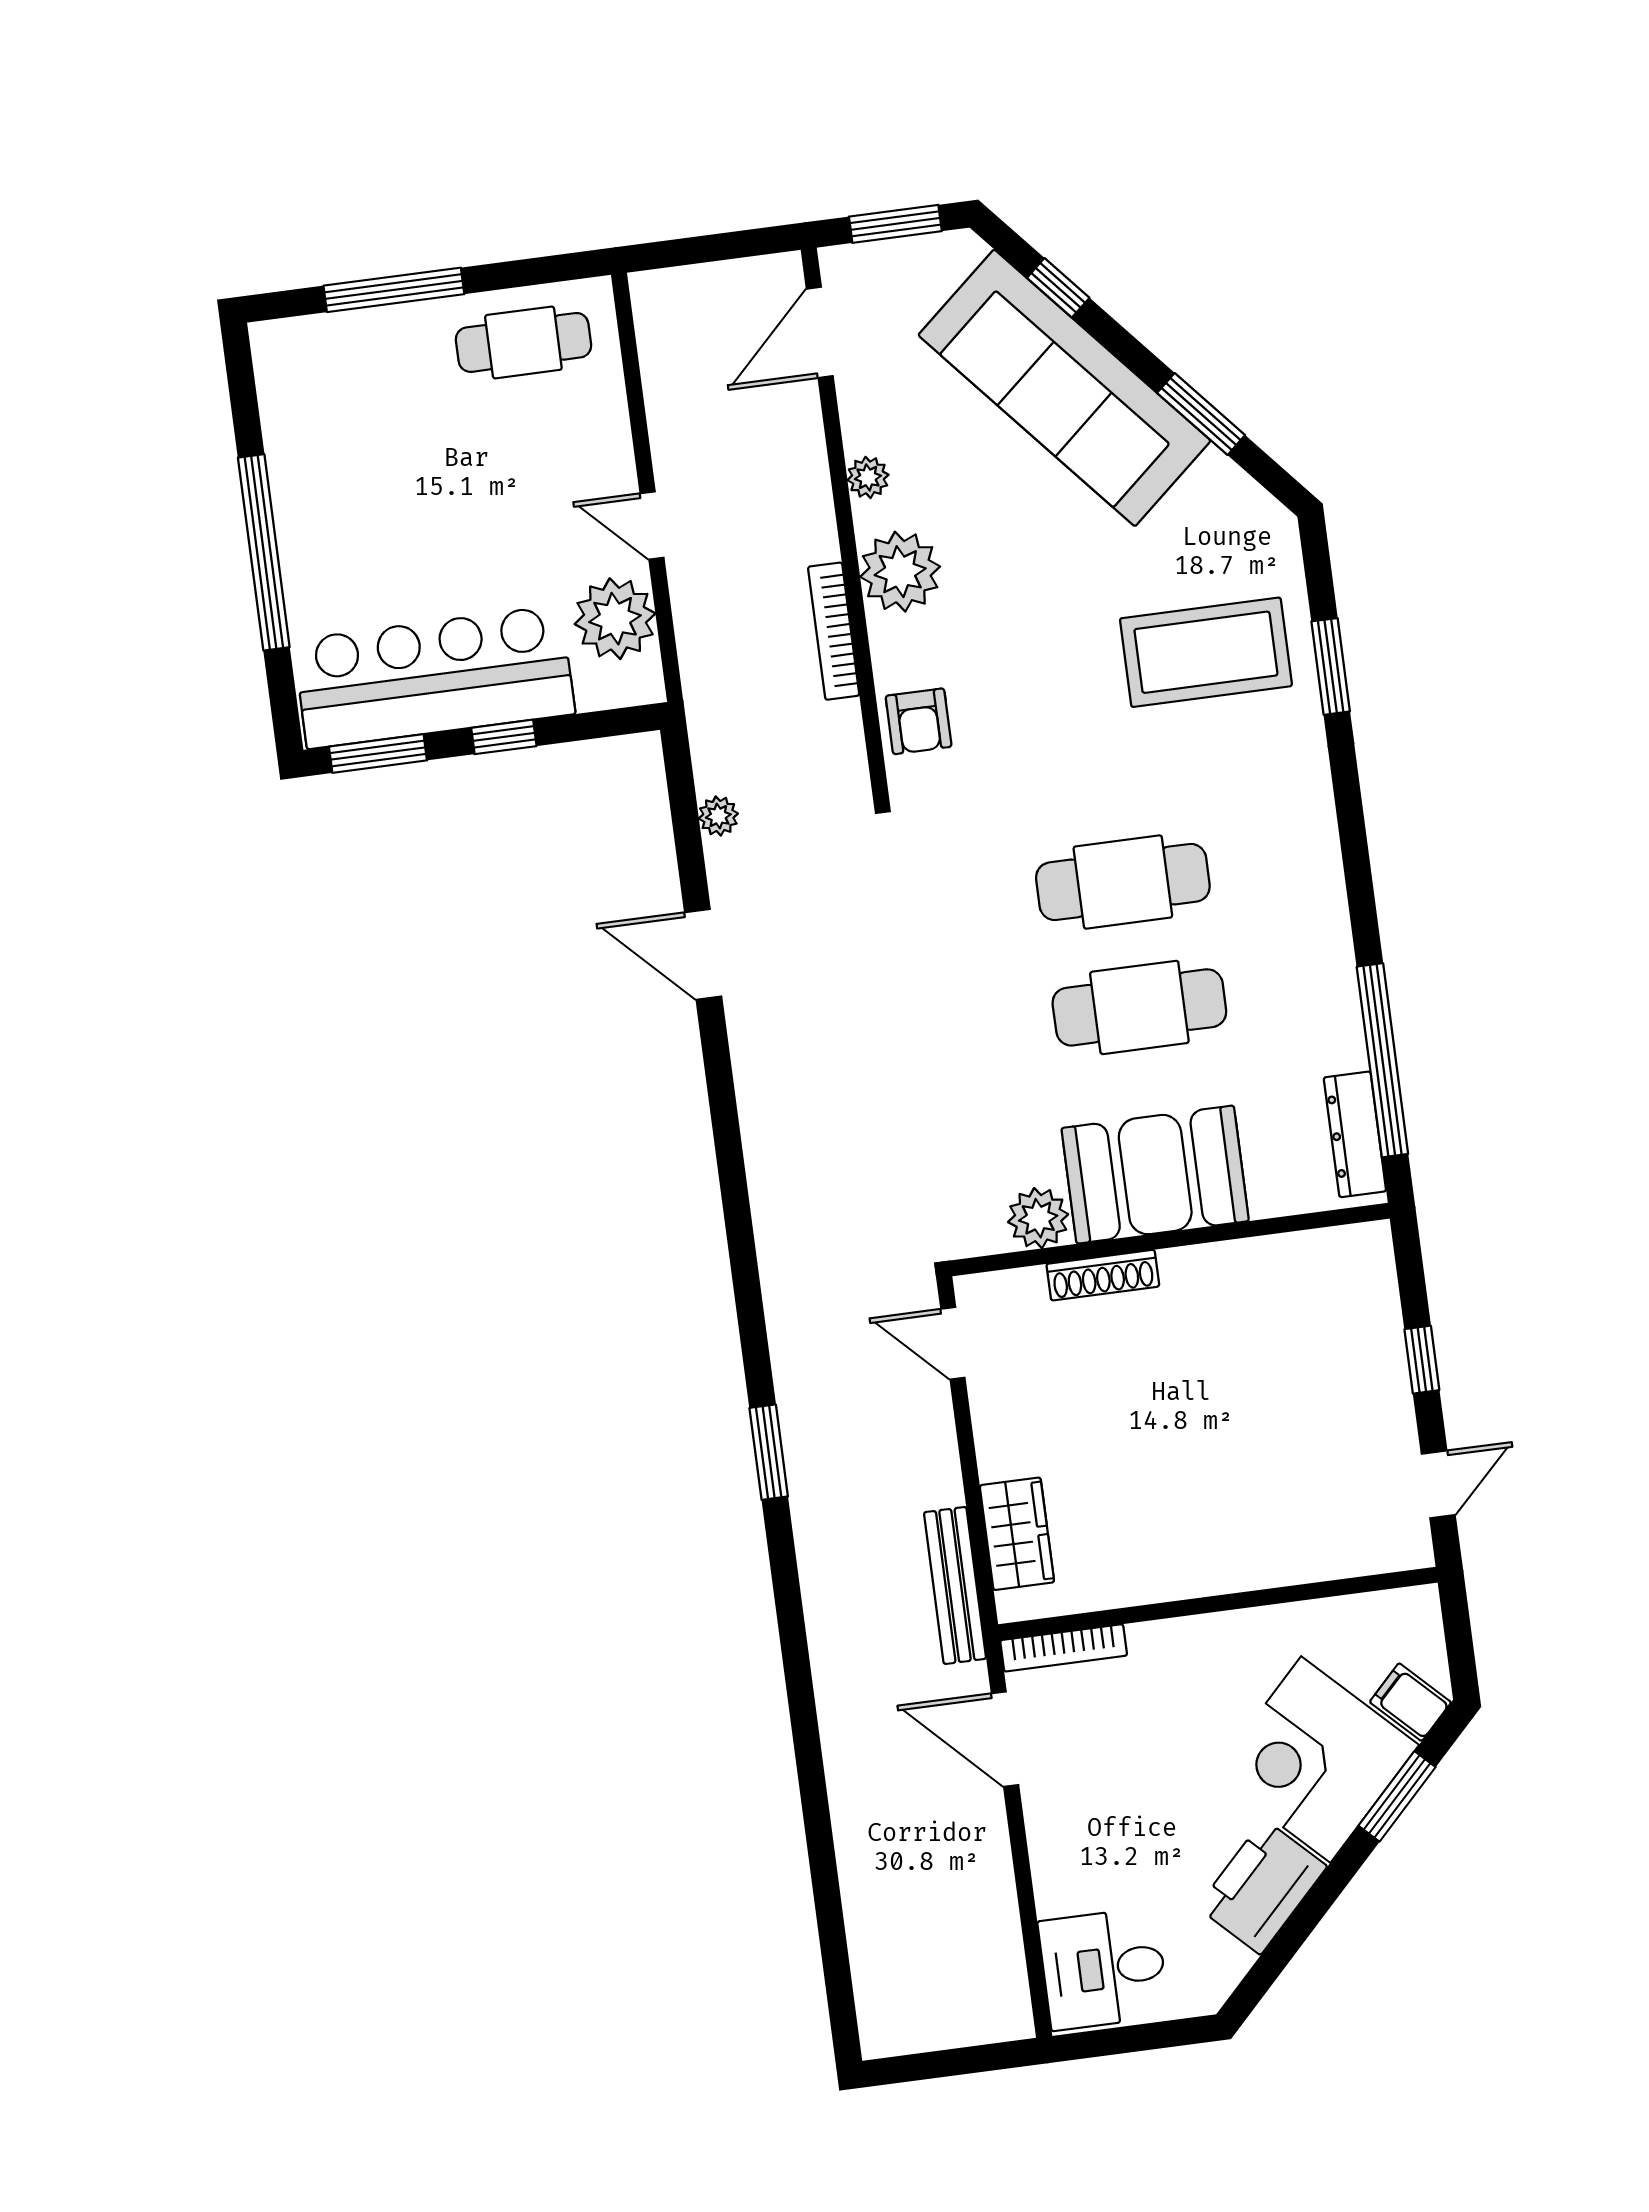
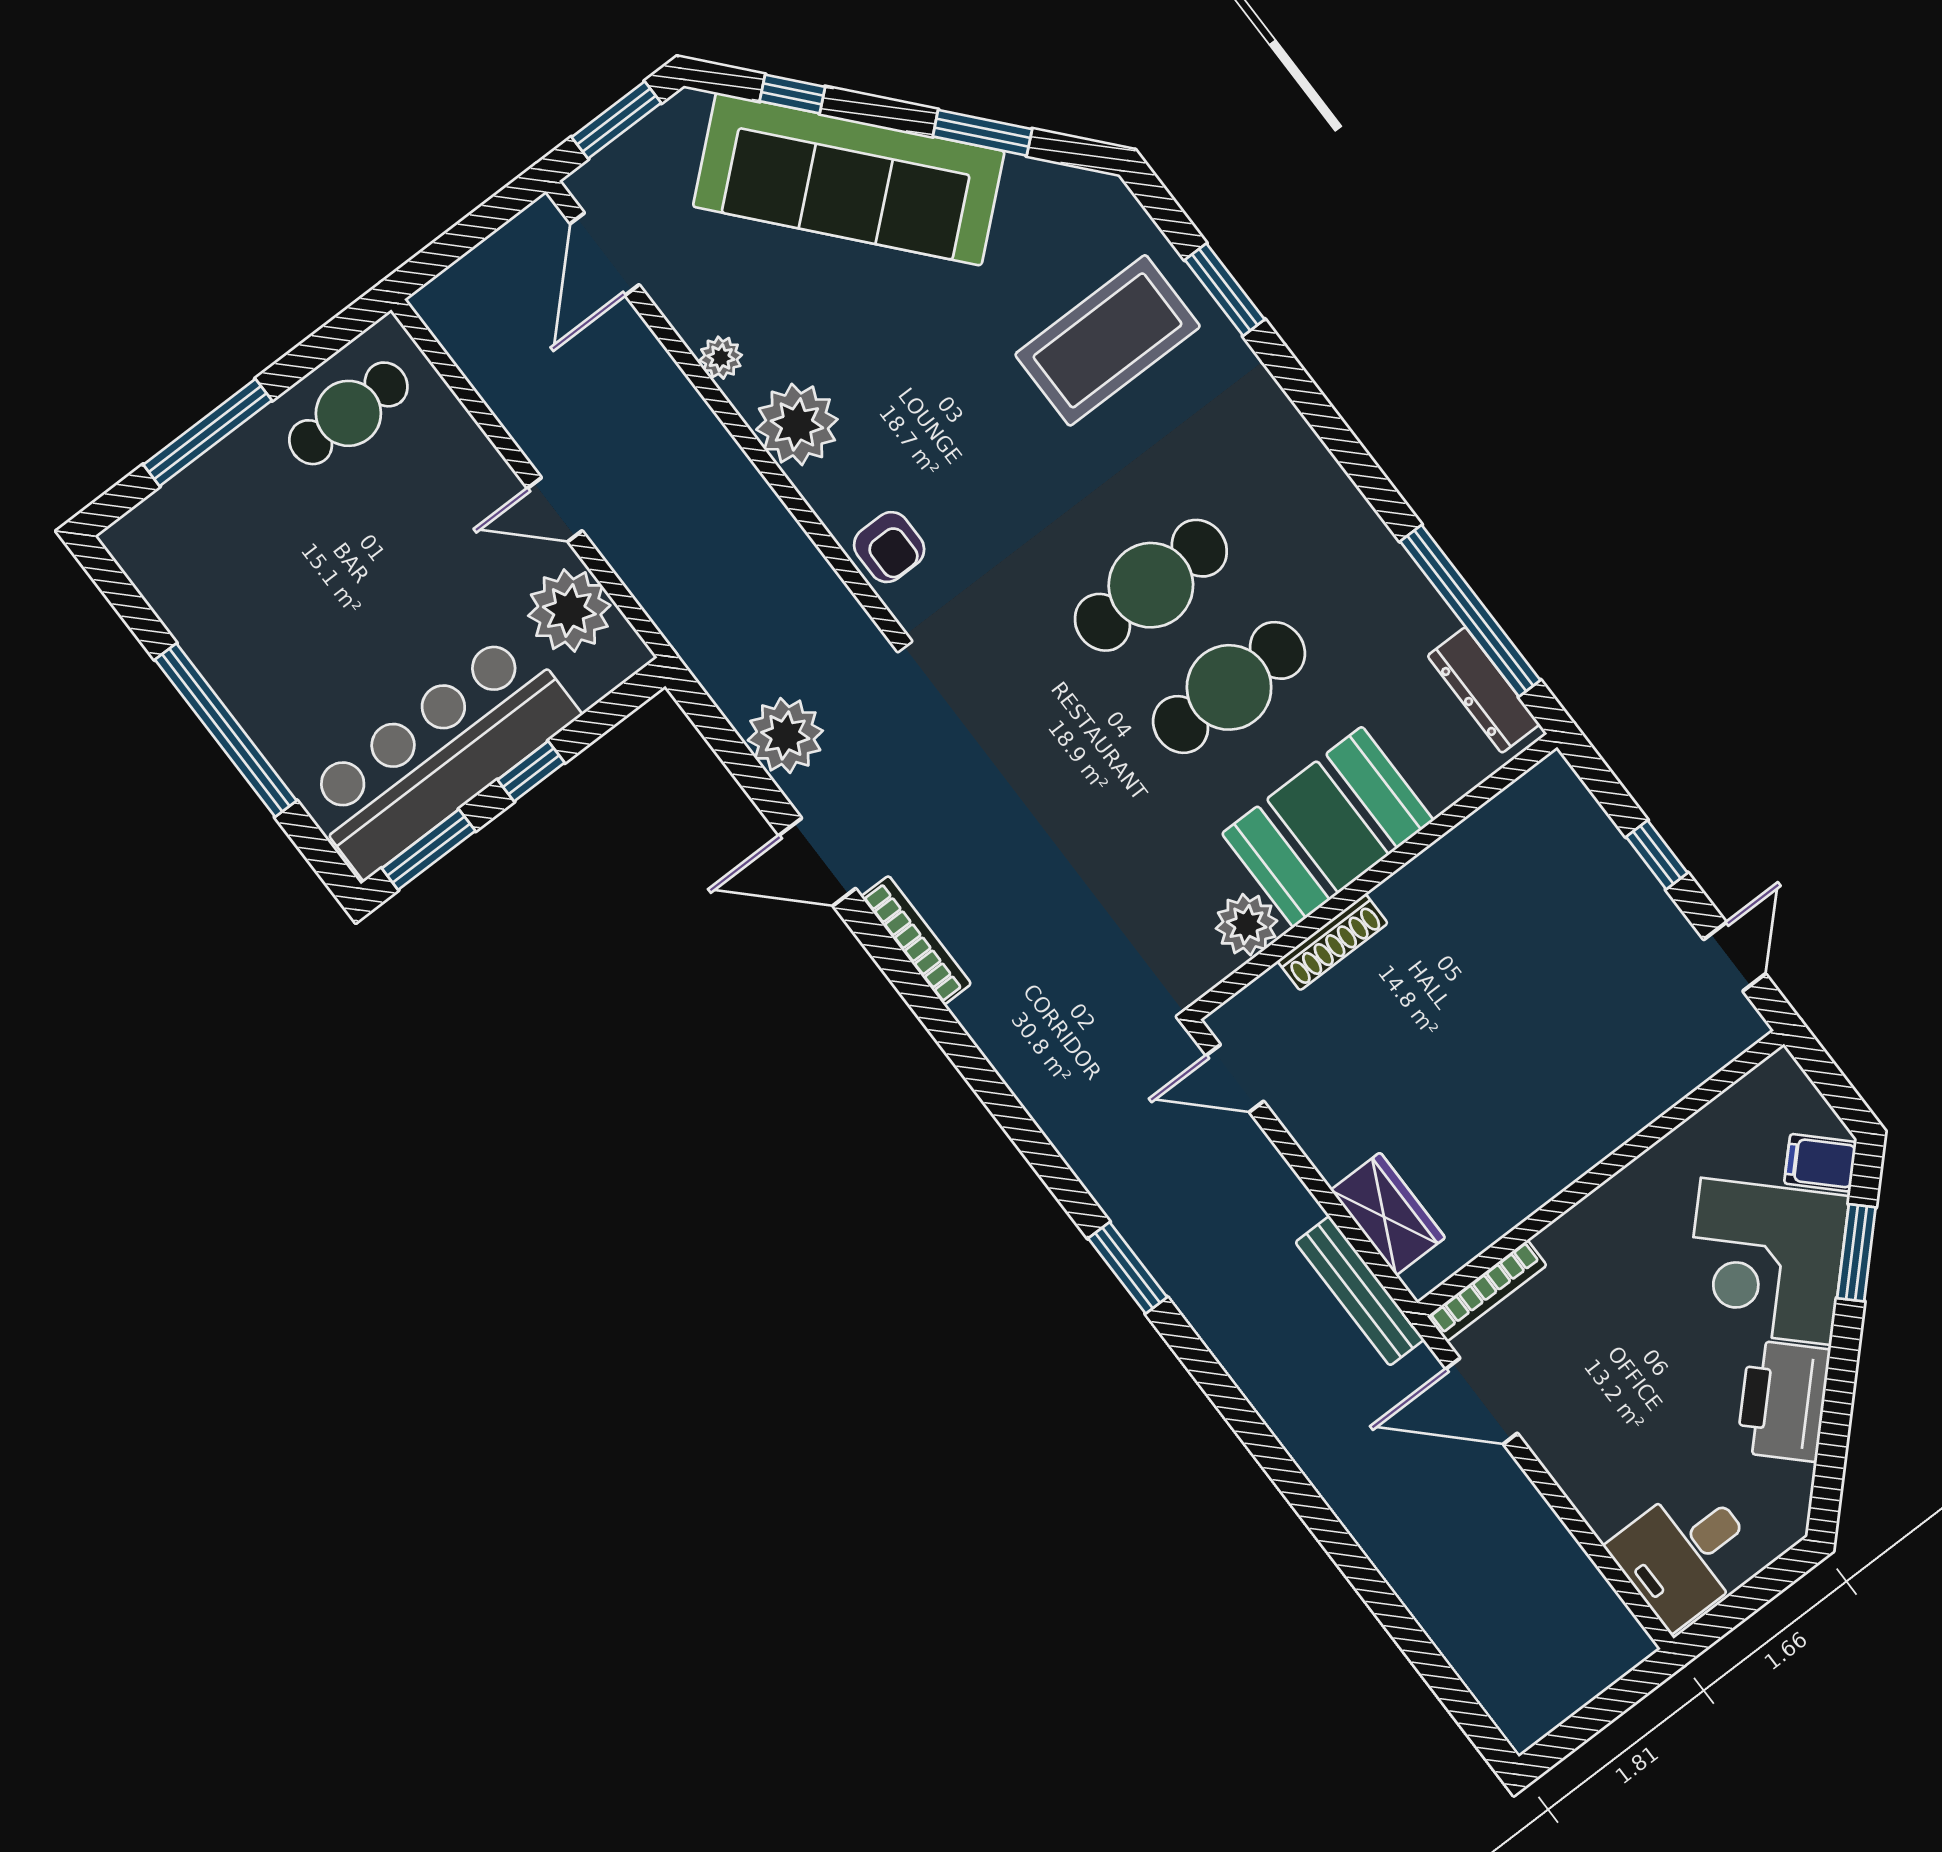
bookcase: (834, 631) -> (916, 940), moved, turned 180
plant: (718, 816) -> (785, 735), width x1.87, depth x1.87

